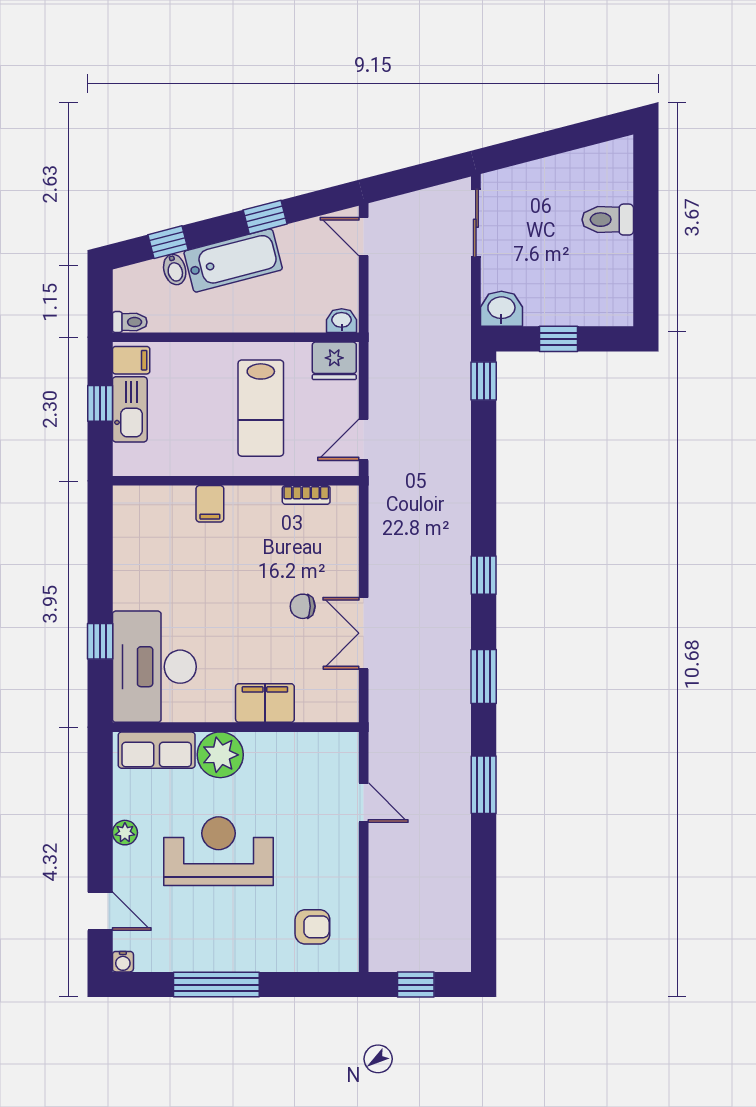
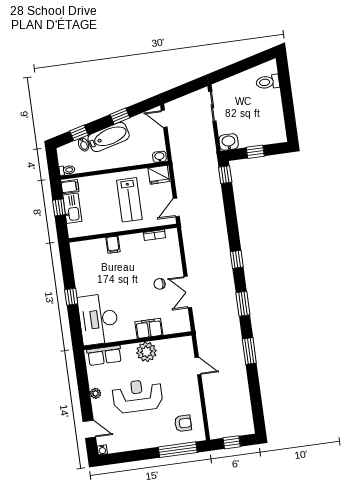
toilet: (608, 220) -> (268, 82), moved
window: (100, 641) -> (71, 297), moved
plant: (220, 755) -> (146, 352), moved
window: (216, 985) -> (178, 450), moved

